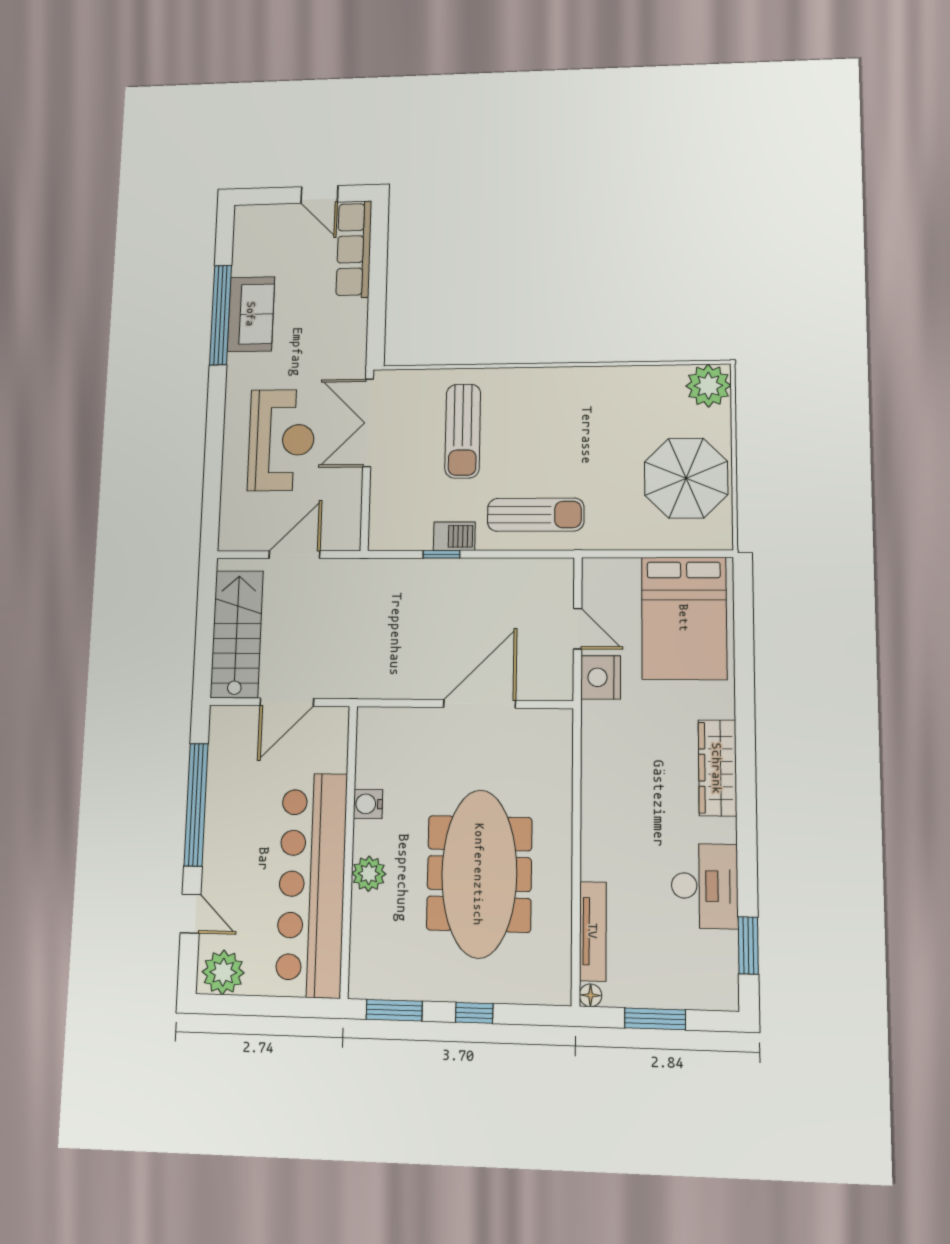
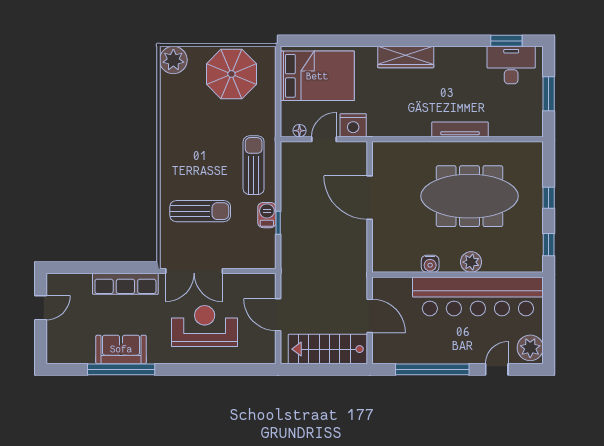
row of seats: (354, 249) -> (125, 284), moved
desk: (705, 886) -> (511, 65), moved
tv unit: (593, 931) -> (460, 129), moved
floor lamp: (590, 995) -> (299, 131), moved
window: (394, 1010) -> (549, 245), width x0.67

